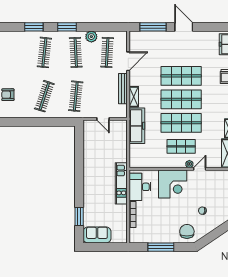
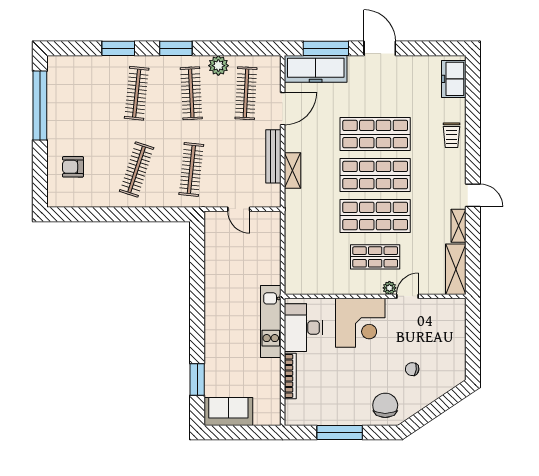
freezer: (137, 126) -> (316, 69), moved, turned 90

